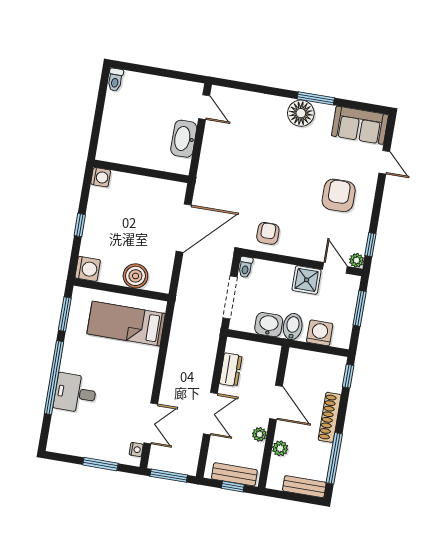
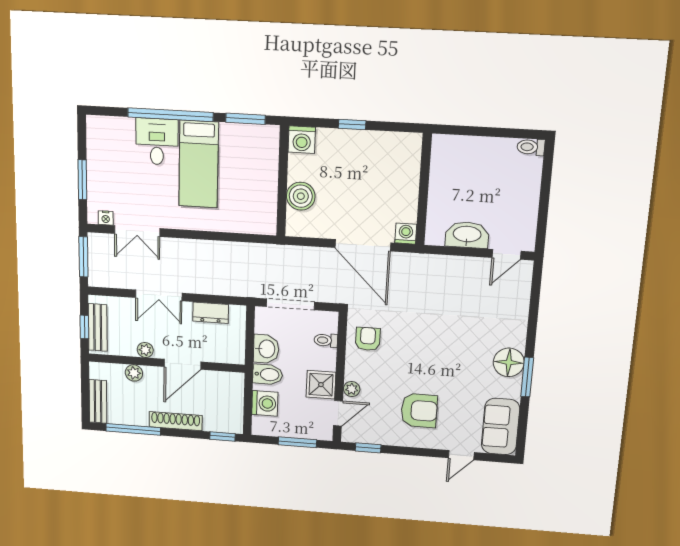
washing machine: (101, 177) -> (406, 234), moved, turned 180
armchair: (268, 233) -> (368, 339), turned -90
plant: (357, 260) -> (352, 389), moved
toilet: (245, 267) -> (326, 340), moved
bed: (126, 324) -> (199, 164), moved, turned 180

